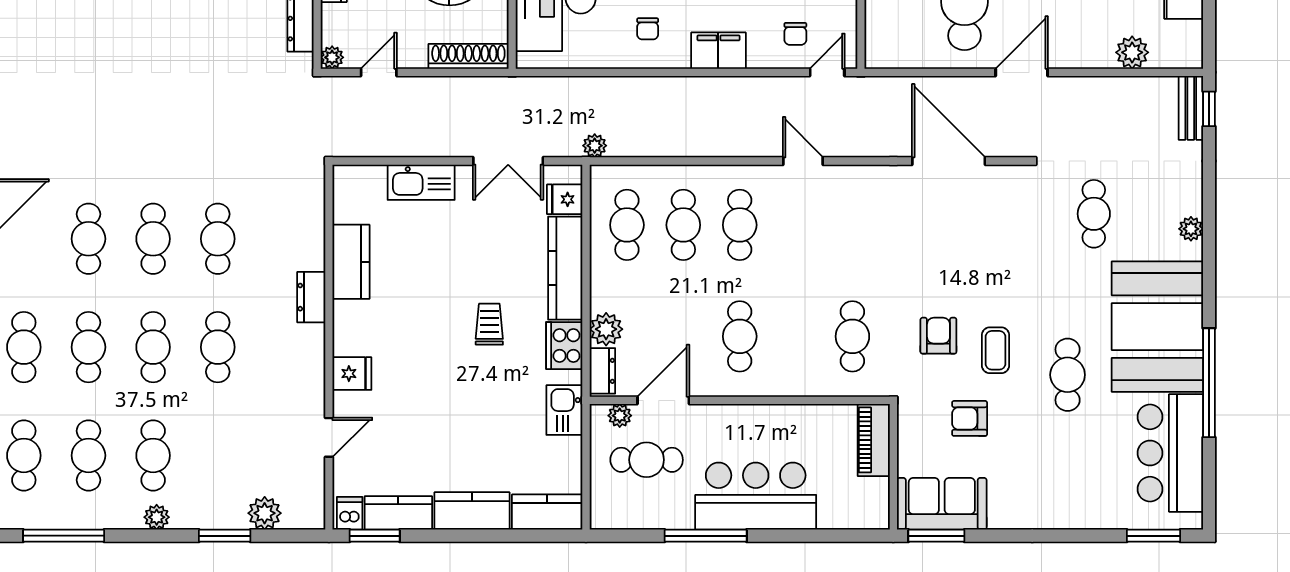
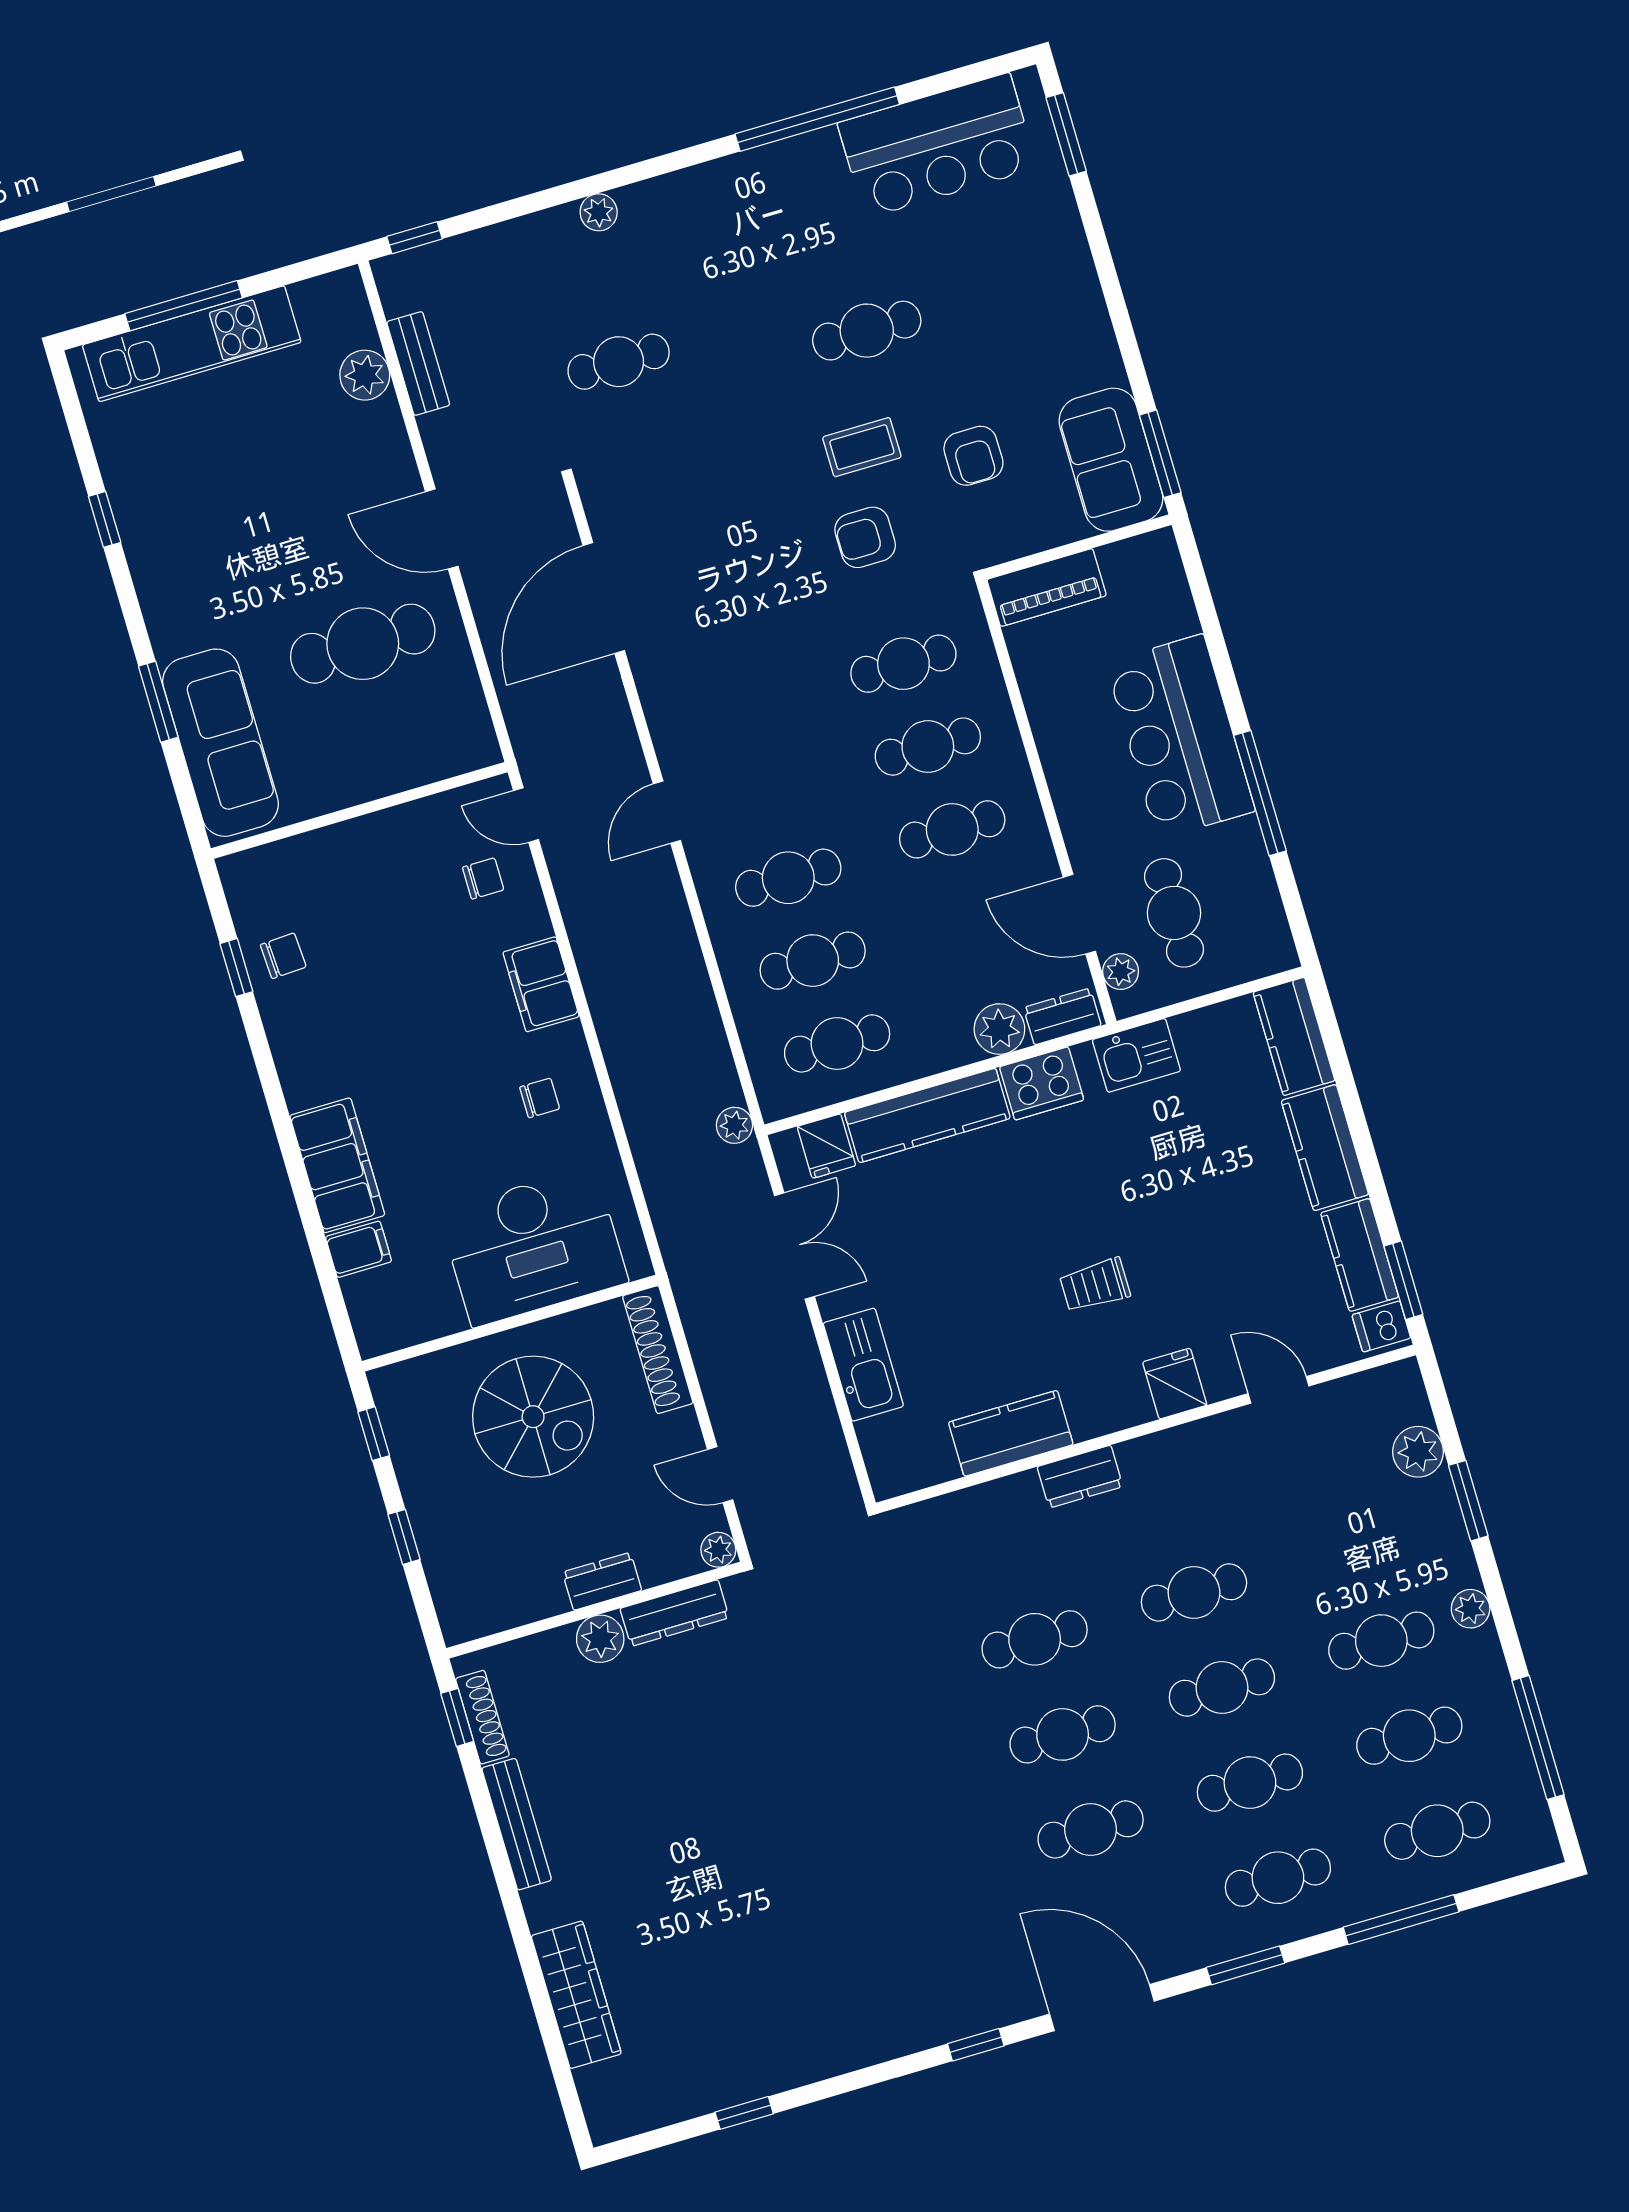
bench: (1191, 108) -> (418, 364), moved, turned 90
trolley: (489, 324) -> (1095, 1285), moved
booth: (1157, 327) -> (757, 219), removed
cafe table: (796, 336) -> (928, 747), added

